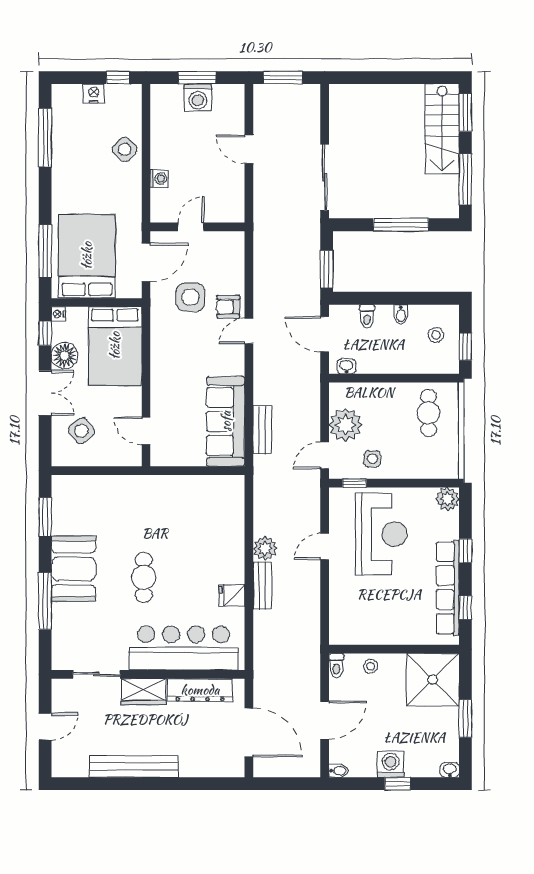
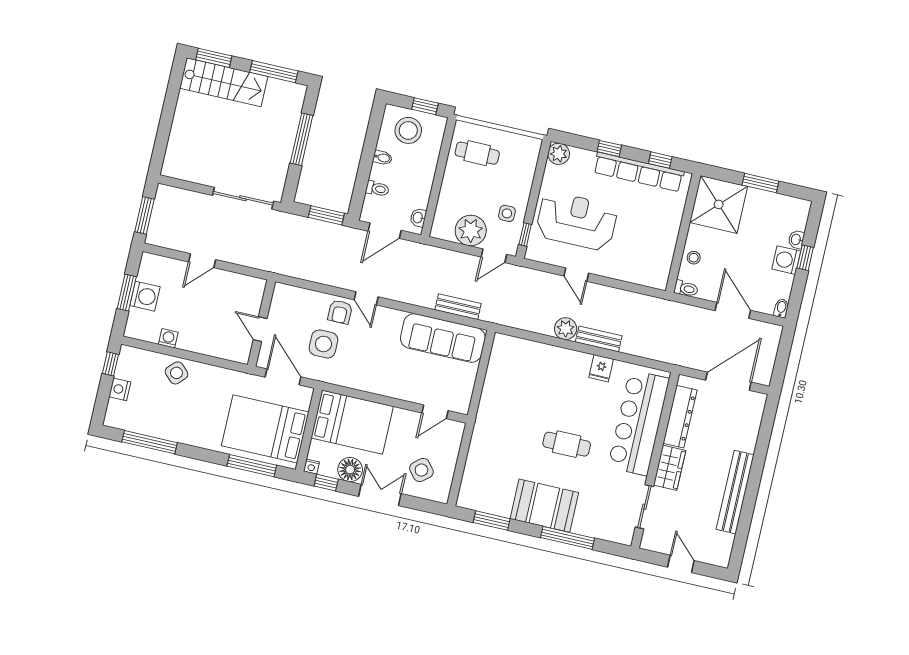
washing machine: (159, 179) -> (168, 338), moved
stool: (436, 335) -> (408, 130), width x1.89, depth x1.89
door: (325, 455) -> (494, 256), hinge flipped
washbasin: (450, 770) -> (796, 240), moved

